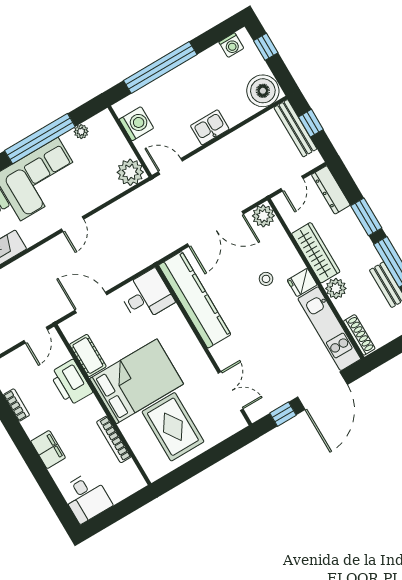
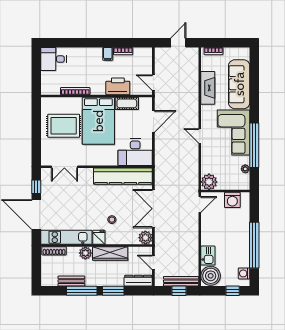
window: (160, 68) -> (254, 245), moved
kitchen sink: (210, 127) -> (208, 256), moved
desk: (146, 296) -> (135, 152), width x1.37
filing cabinet: (48, 449) -> (108, 54), moved, width x0.50

